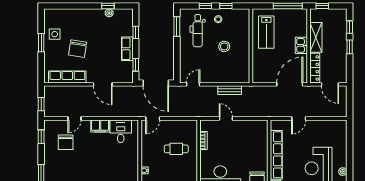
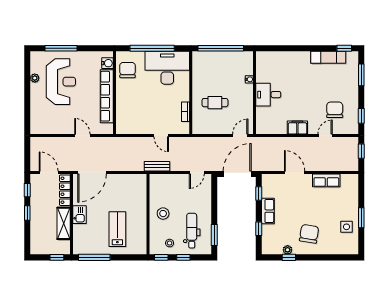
window: (350, 27) -> (27, 190), moved
wall: (251, 46) -> (148, 214), moved
chair: (78, 49) -> (309, 234), moved
row of seats: (67, 77) -> (326, 180), width x0.68
door: (156, 83) -> (237, 174), hinge flipped
door: (299, 119) -> (82, 135), hinge flipped
desk: (121, 131) -> (268, 95), moved, turned 90

